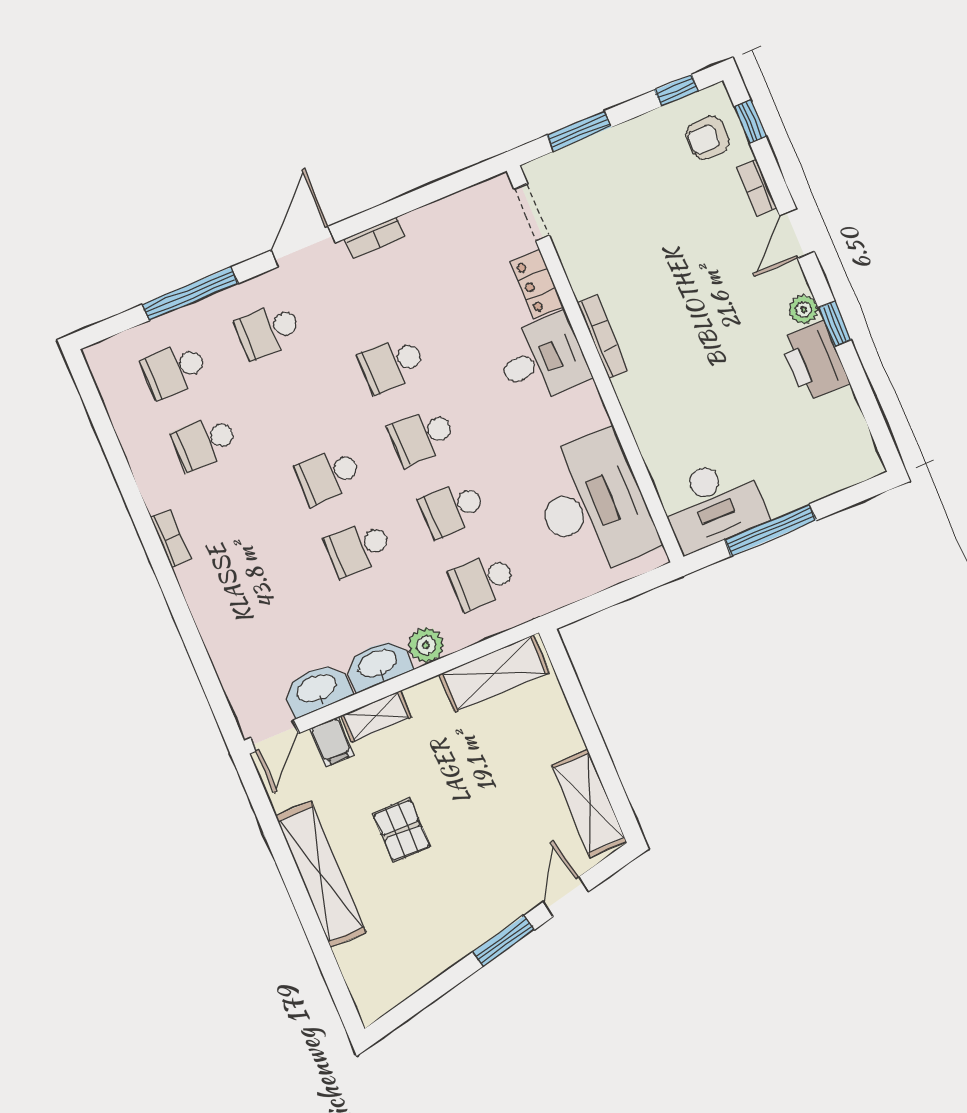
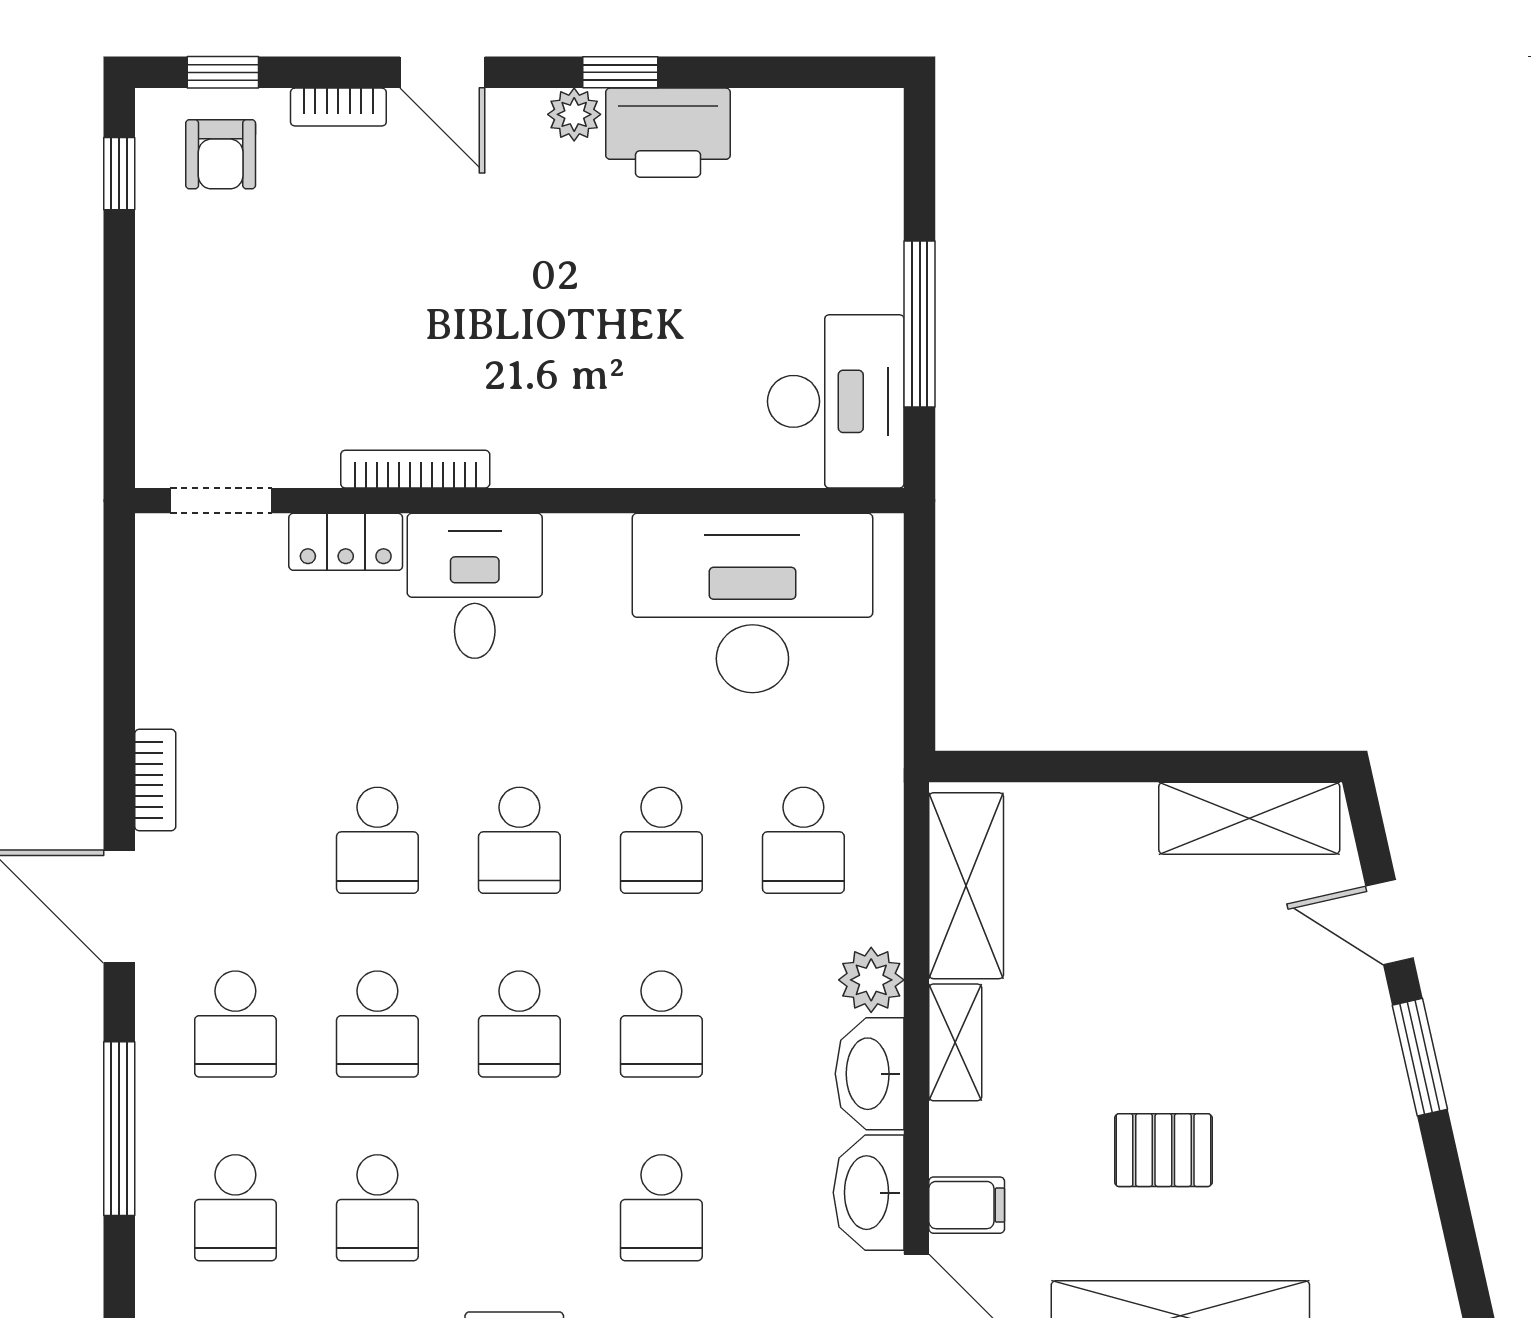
window: (579, 131) -> (119, 365), removed
bookcase: (603, 337) -> (415, 469), moved
school desk: (298, 403) -> (377, 1024), added
school desk: (265, 587) -> (661, 1208), added
shelving: (376, 716) -> (955, 1042), moved

